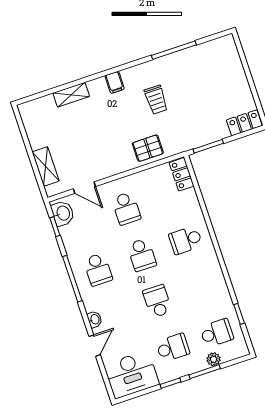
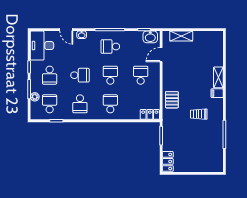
shelving: (71, 95) -> (218, 77), moved
school desk: (126, 208) -> (141, 75), turned 90
school desk: (142, 255) -> (110, 75), turned 90
school desk: (201, 287) -> (80, 104), added
school desk: (217, 333) -> (50, 104), turned 180

